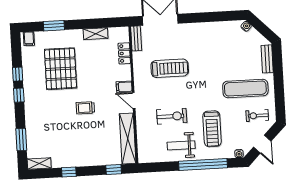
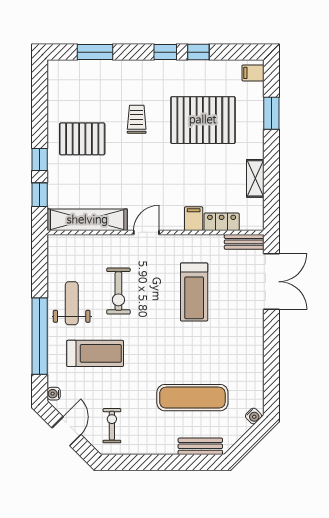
filing cabinet: (124, 87) -> (194, 219), moved
exercise mat: (245, 89) -> (192, 398), moved, turned 90
trolley: (85, 108) -> (137, 119), moved
treadmill: (212, 129) -> (95, 353), turned 180
pallet: (77, 144) -> (82, 139), added
door: (262, 144) -> (66, 431), swing flipped
shelving: (39, 164) -> (56, 78), removed
window: (69, 172) -> (40, 159), moved

